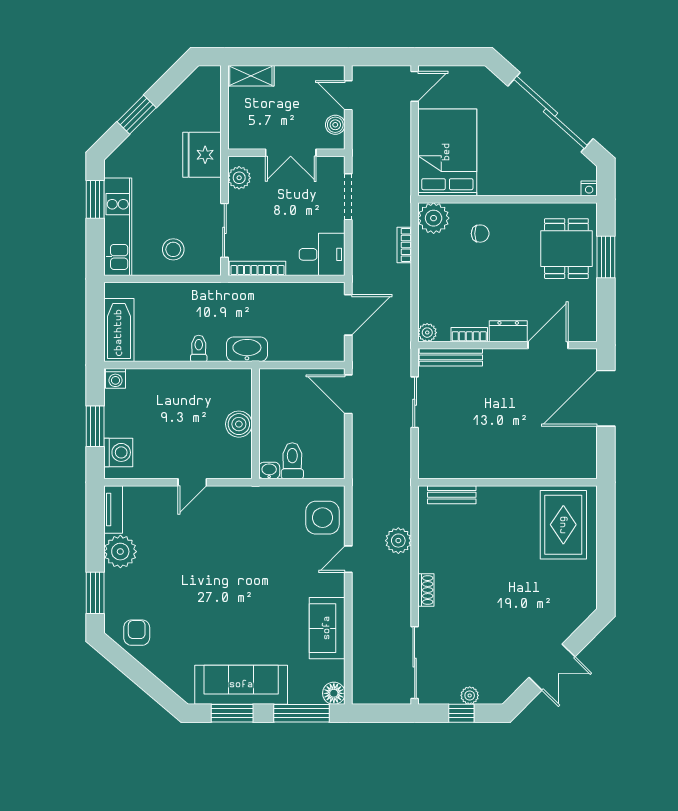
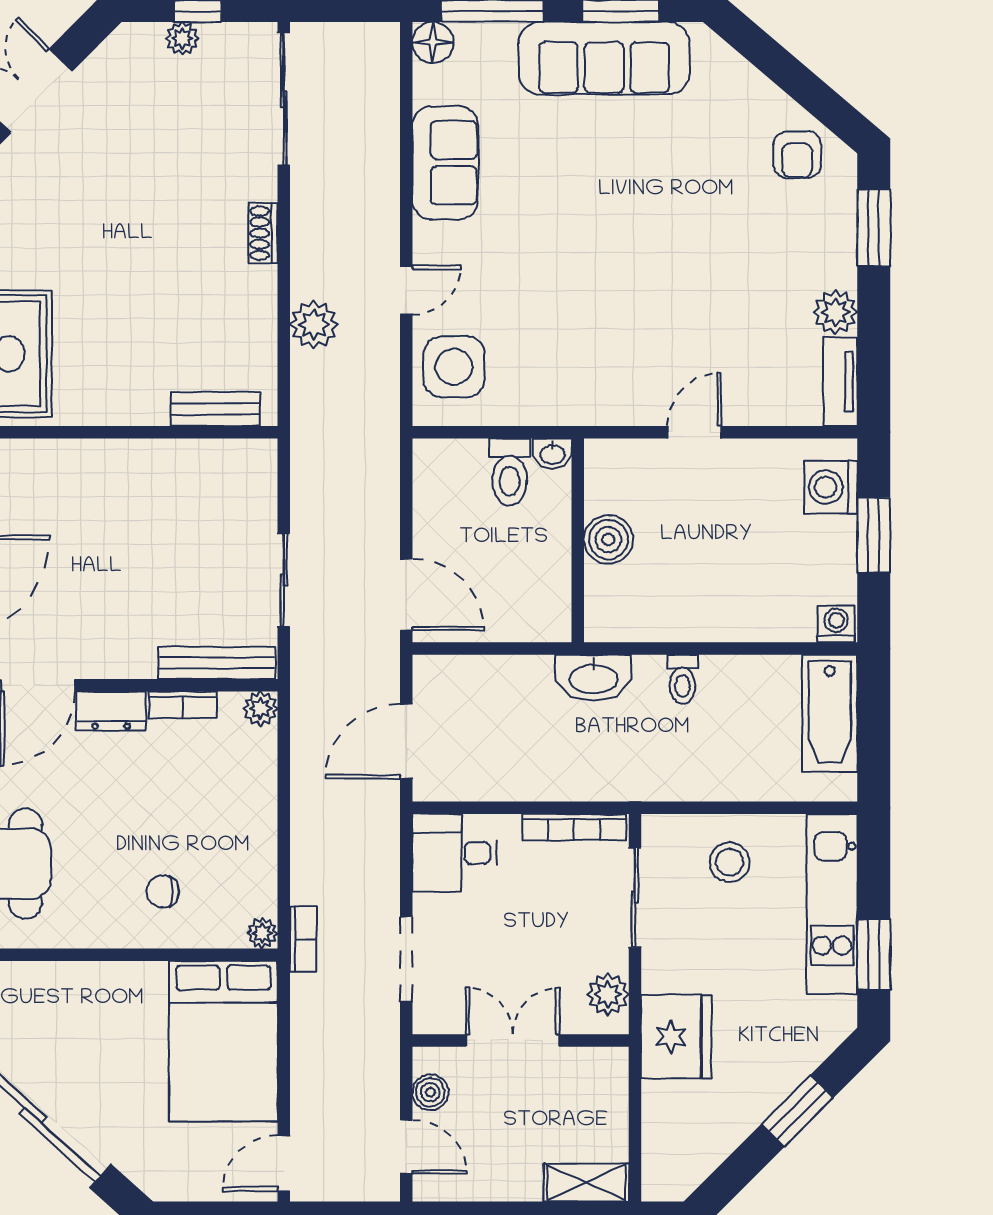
plant: (434, 218) -> (262, 933), width x0.53, depth x0.53
bookcase: (404, 245) -> (303, 939), moved
plant: (120, 552) -> (835, 312), width x0.73, depth x0.73

